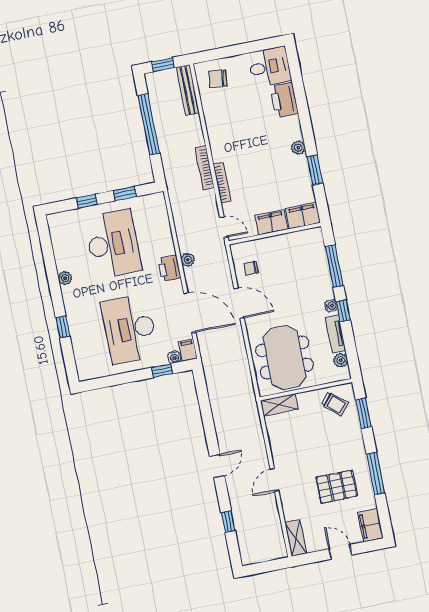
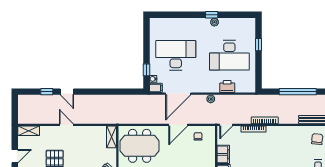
window: (125, 194) -> (259, 69), removed
printer: (169, 268) -> (227, 87), moved
window: (63, 327) -> (212, 15), moved
door: (217, 466) -> (67, 92), moved

